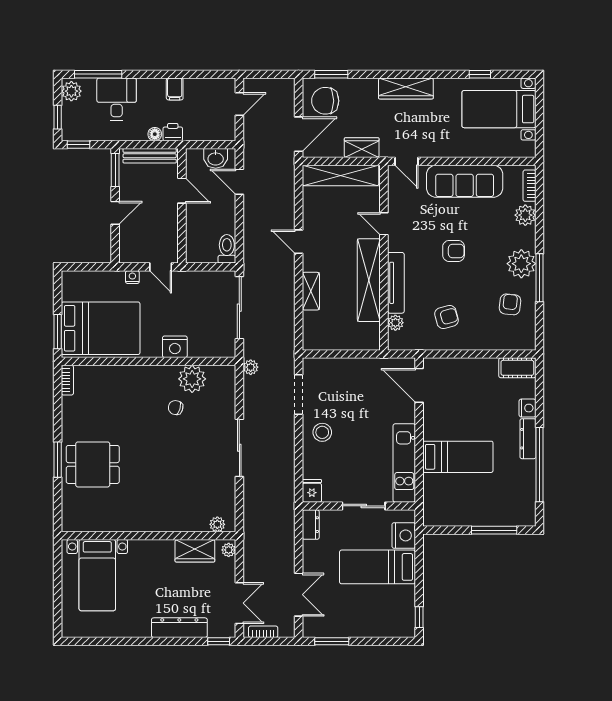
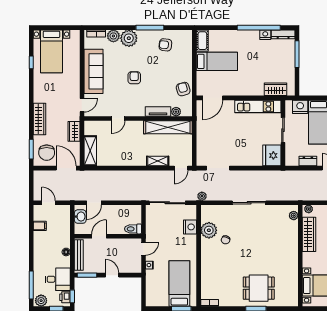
wardrobe: (406, 88) -> (39, 119), moved
filing cabinet: (175, 89) -> (40, 226), moved
desk: (117, 99) -> (58, 279), moved, turned 180
printer: (173, 132) -> (65, 297), moved
shelving: (340, 175) -> (90, 151), width x0.68
door: (299, 242) -> (181, 168), moved
toilet: (227, 249) -> (133, 229), moved
plant: (521, 264) -> (129, 38), moved
shelving: (369, 280) -> (168, 127), moved
tv unit: (396, 283) -> (158, 111), width x0.71
armchair: (446, 317) -> (183, 89), moved
bed: (101, 328) -> (179, 284), width x0.67
nightstand: (175, 347) -> (190, 227), moved
nightstand: (527, 408) -> (265, 35), moved
stool: (322, 432) -> (240, 154), removed
dresser: (528, 439) -> (283, 34), moved
bed: (458, 457) -> (217, 61), moved, turned 90
dining table: (93, 464) -> (259, 288), turned 90
fridge: (312, 491) -> (272, 155), width x1.88, depth x1.34
wardrobe: (434, 493) -> (276, 89), added
dresser: (311, 525) -> (308, 161), moved
wardrobe: (195, 551) -> (309, 234), width x1.50

